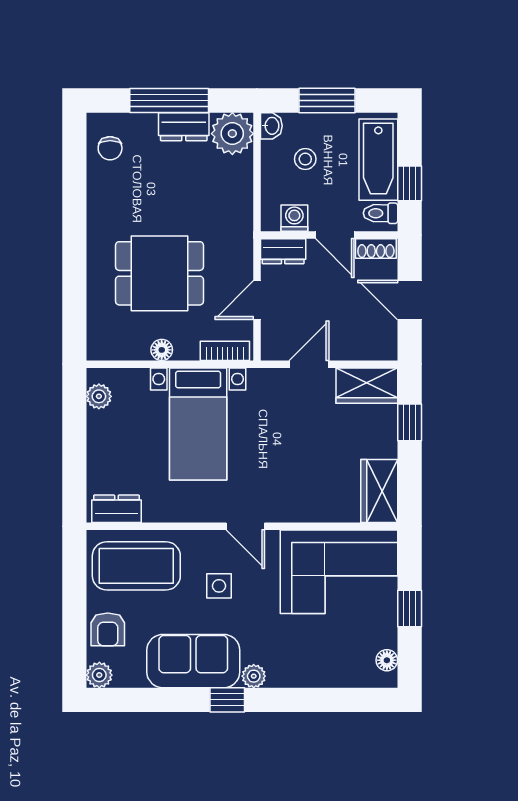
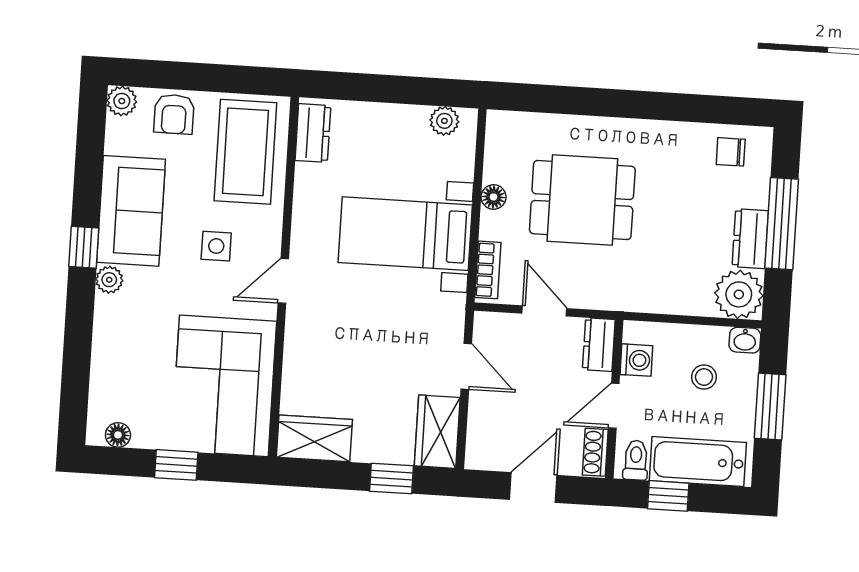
dining table: (159, 273) -> (582, 200), turned 90
armchair: (108, 629) -> (174, 114), turned -90

